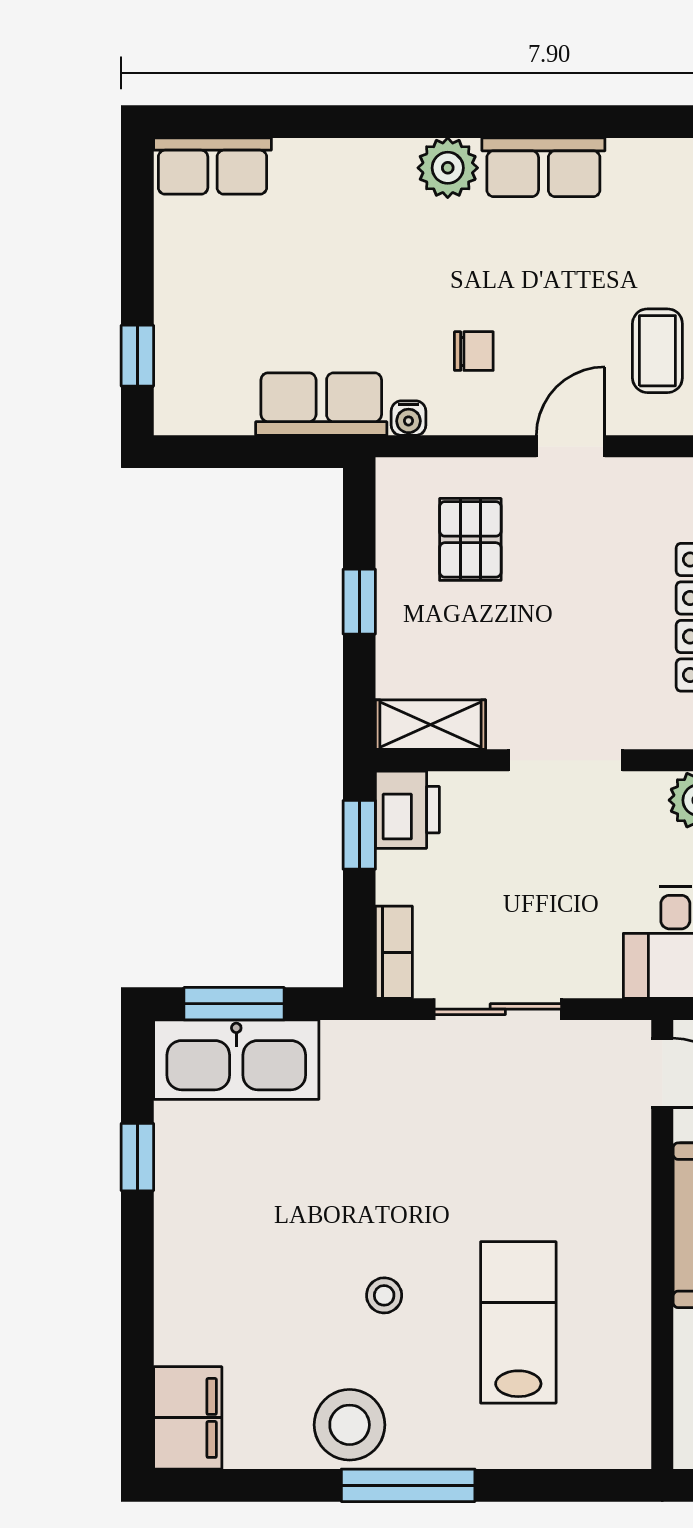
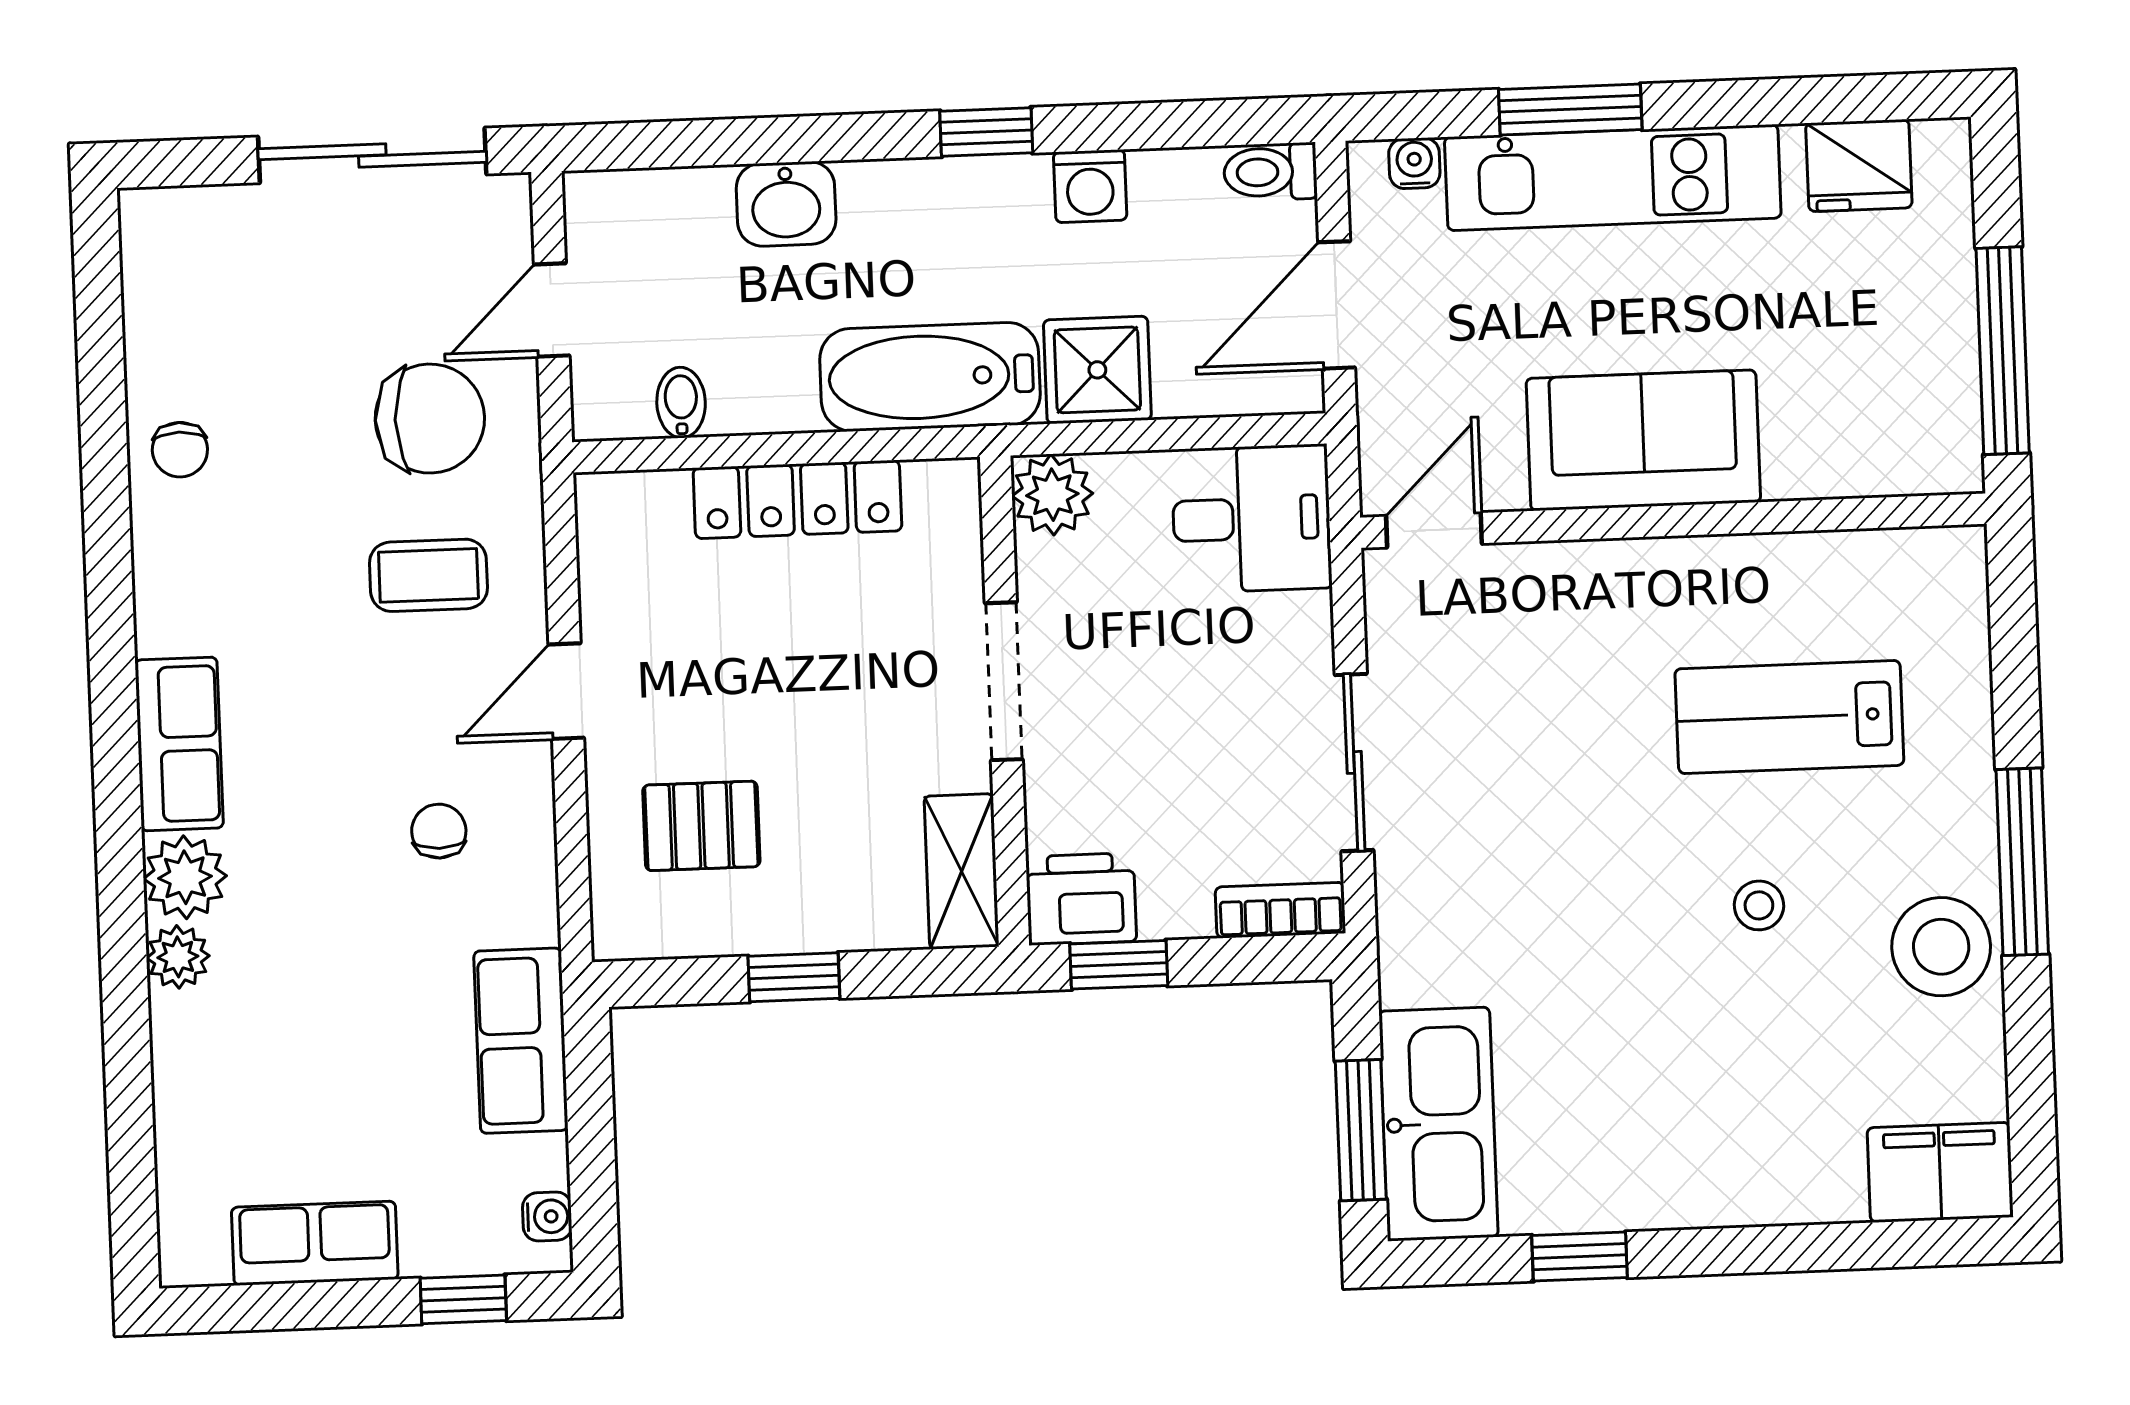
plant: (391, 160) -> (178, 957), added
row of seats: (212, 166) -> (315, 1243), moved, turned -90
water cooler: (409, 418) -> (547, 1216), moved
door: (571, 446) -> (566, 691), hinge flipped

